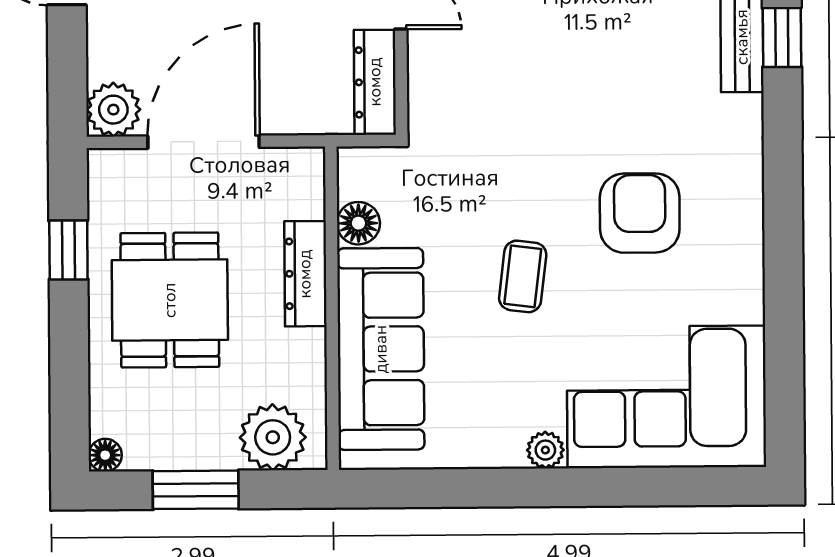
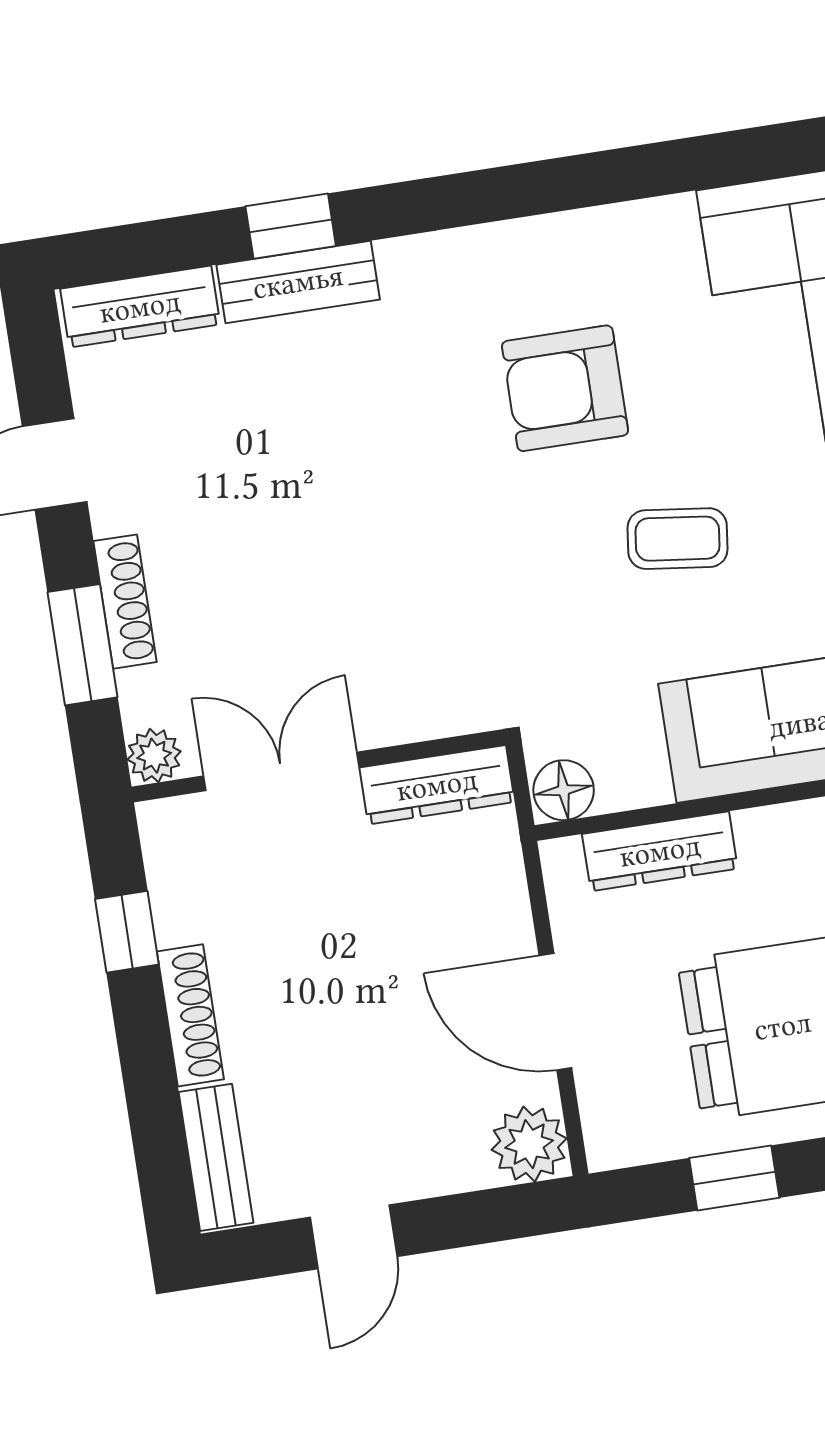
door: (204, 142) -> (555, 1012), width x0.73
floor lamp: (358, 223) -> (564, 790), moved
dresser: (305, 274) -> (660, 851), moved

